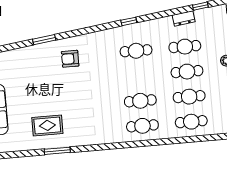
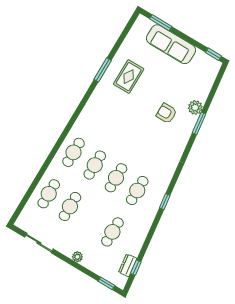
dresser: (184, 18) -> (128, 265), moved
plant: (33, 52) -> (195, 107), added
armchair: (70, 59) -> (167, 113), moved, turned -90
cafe table: (187, 72) -> (116, 178), moved

